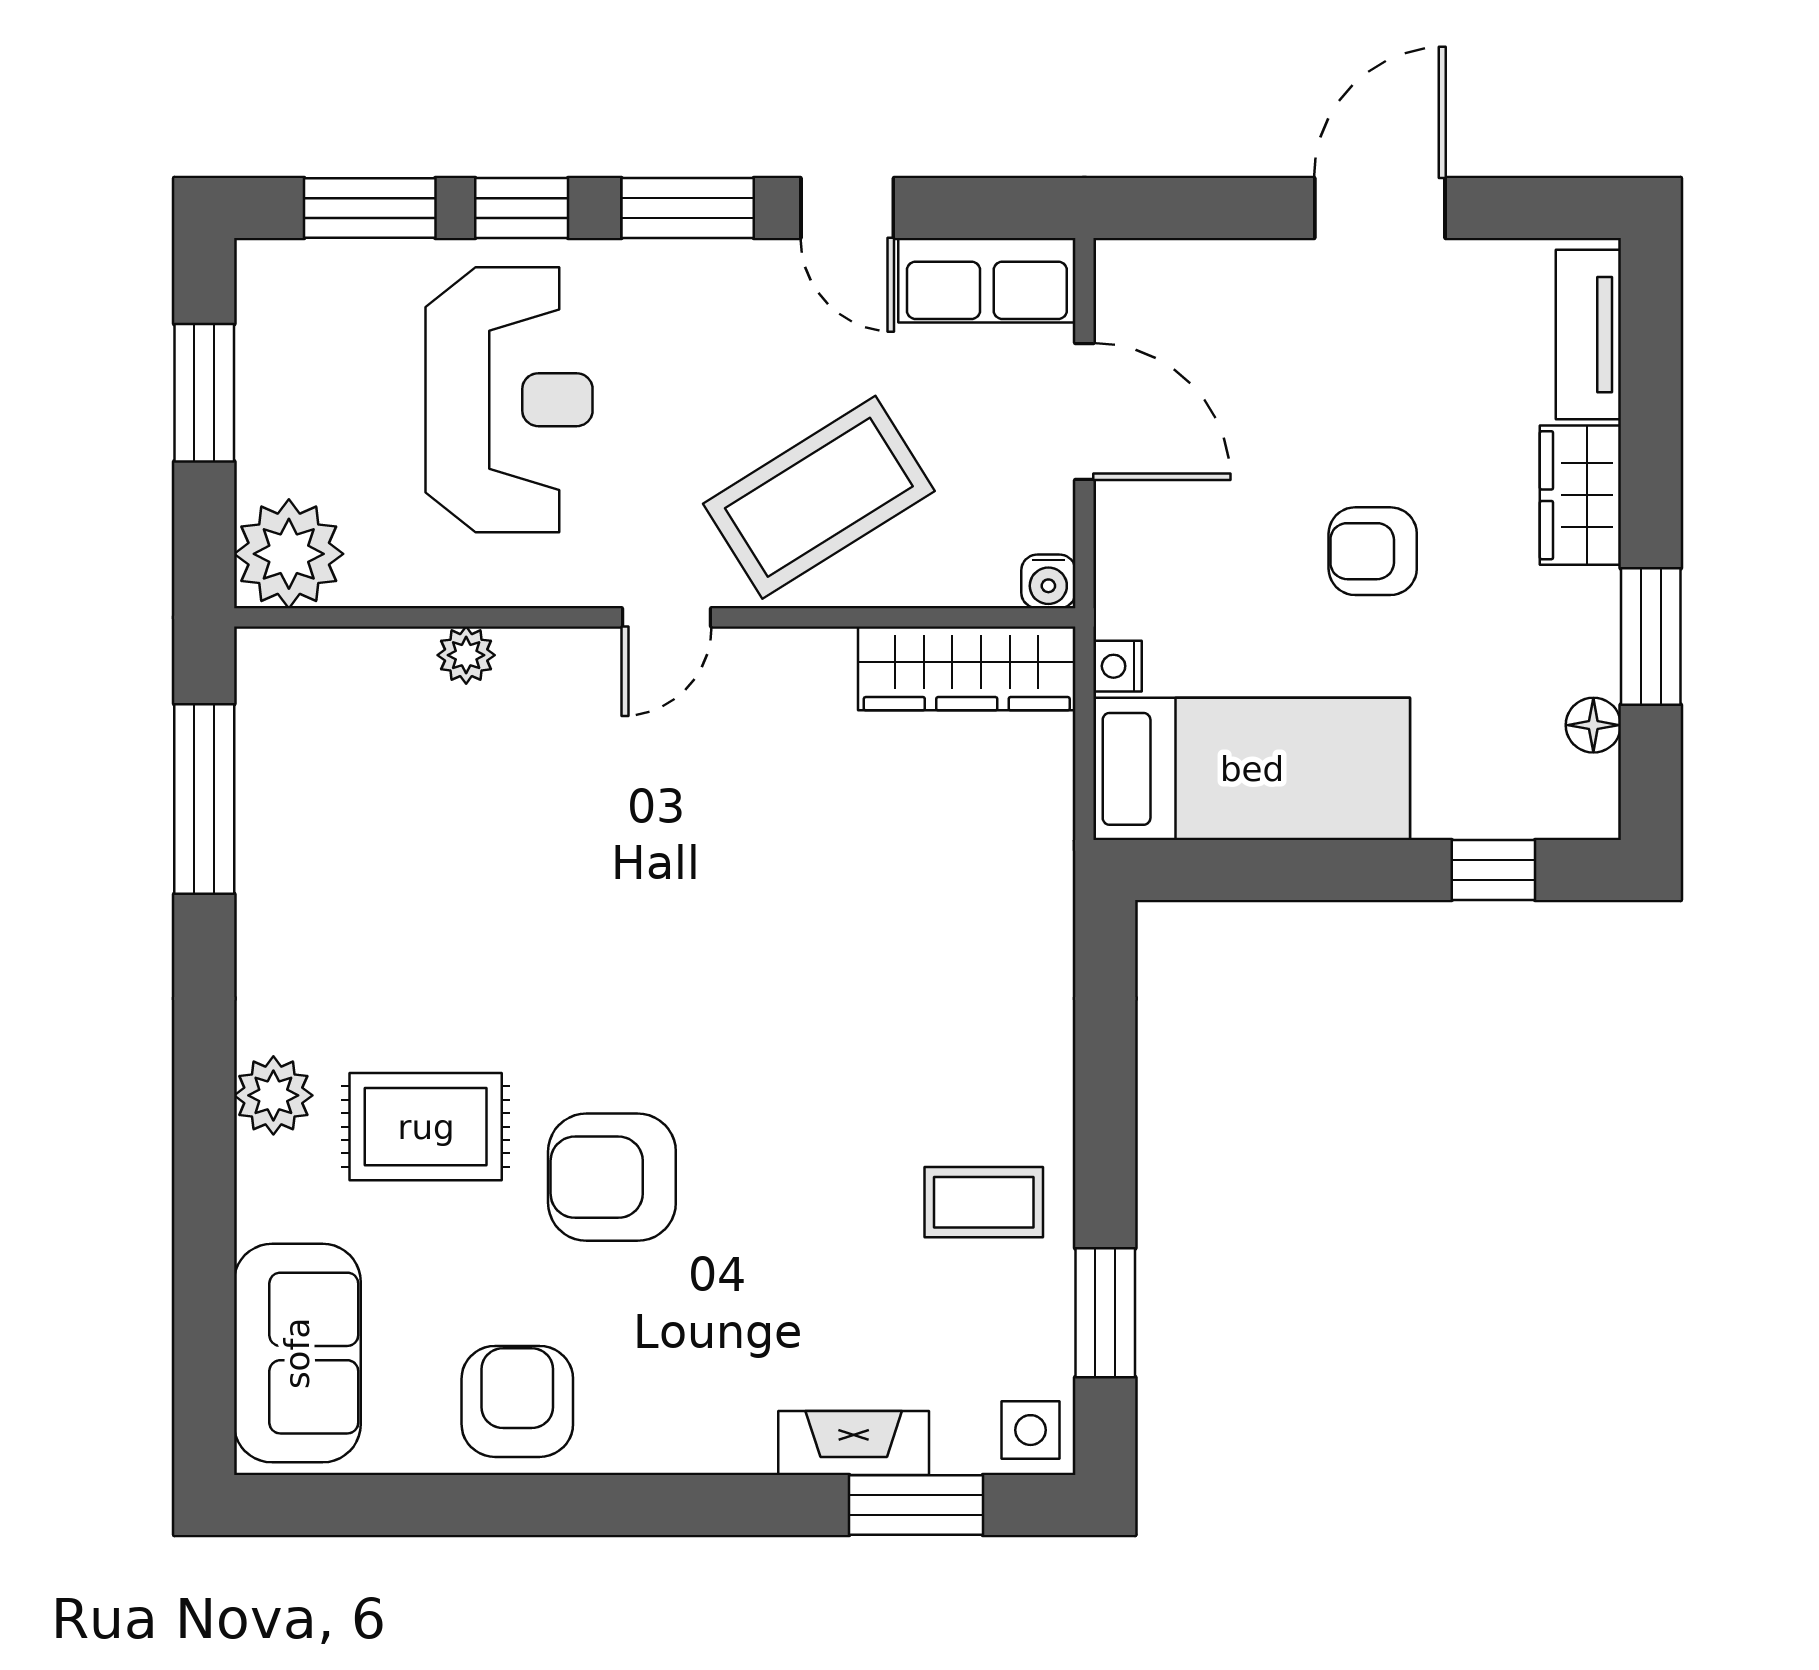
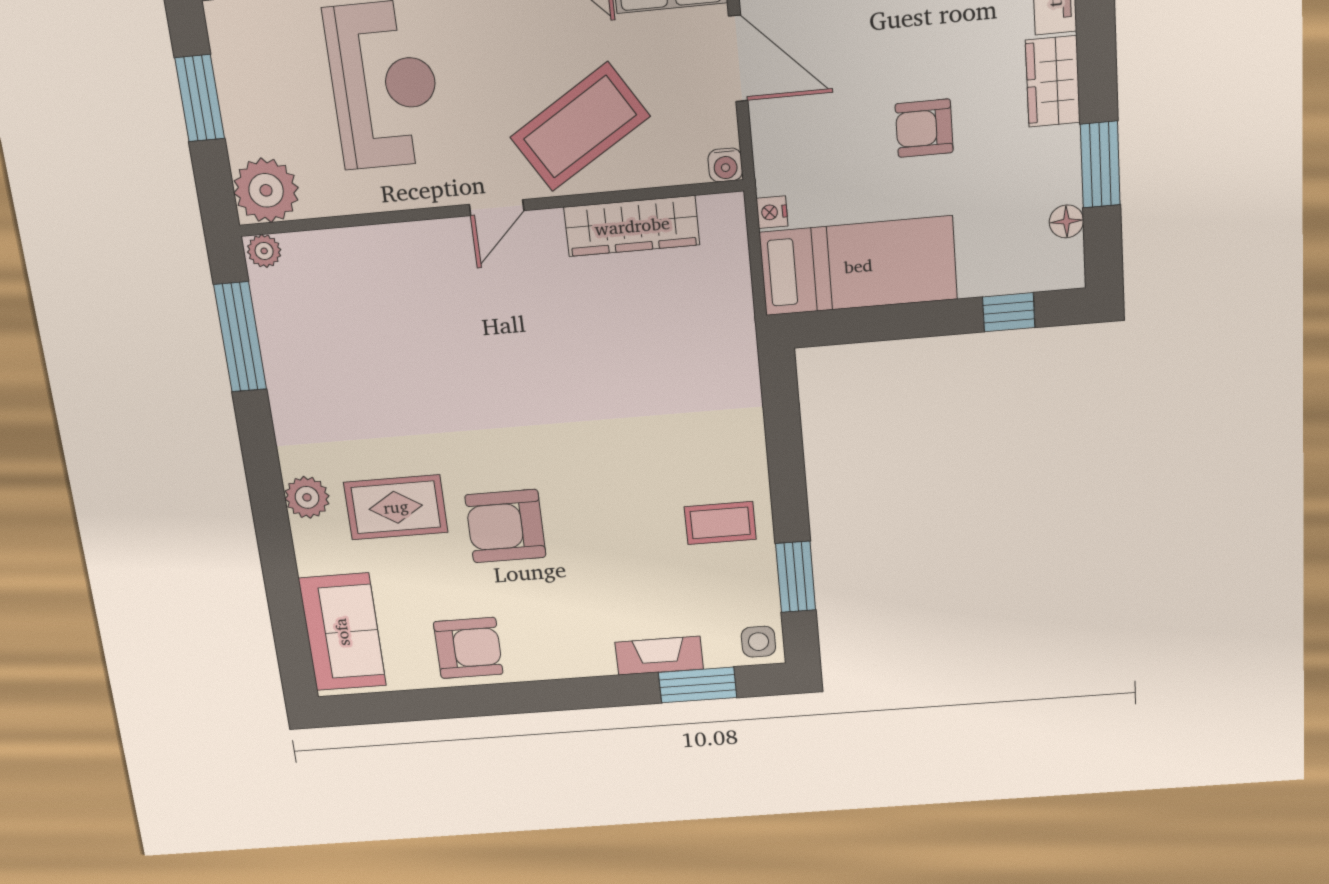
plant: (466, 655) -> (264, 251), moved
wardrobe: (967, 668) -> (632, 226), moved
armchair: (517, 1401) -> (468, 648), turned 90

